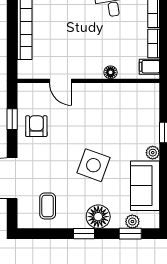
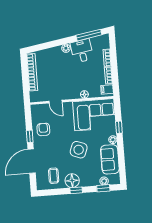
corner sofa: (124, 108) -> (94, 115), added
window: (12, 119) -> (30, 136), moved
floor lamp: (98, 217) -> (72, 181), moved

